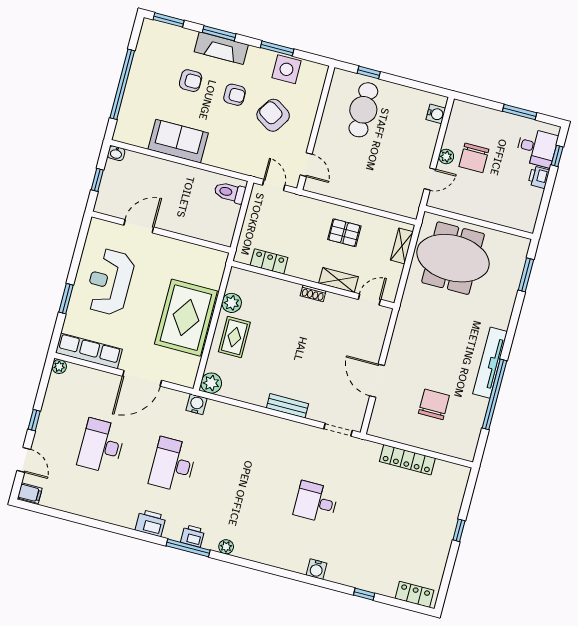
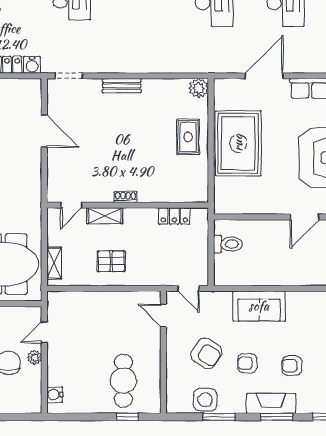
sofa: (178, 141) -> (259, 306), moved
toilet: (230, 192) -> (228, 244), moved
plant: (232, 303) -> (199, 168), removed
water cooler: (197, 404) -> (32, 65), moved

